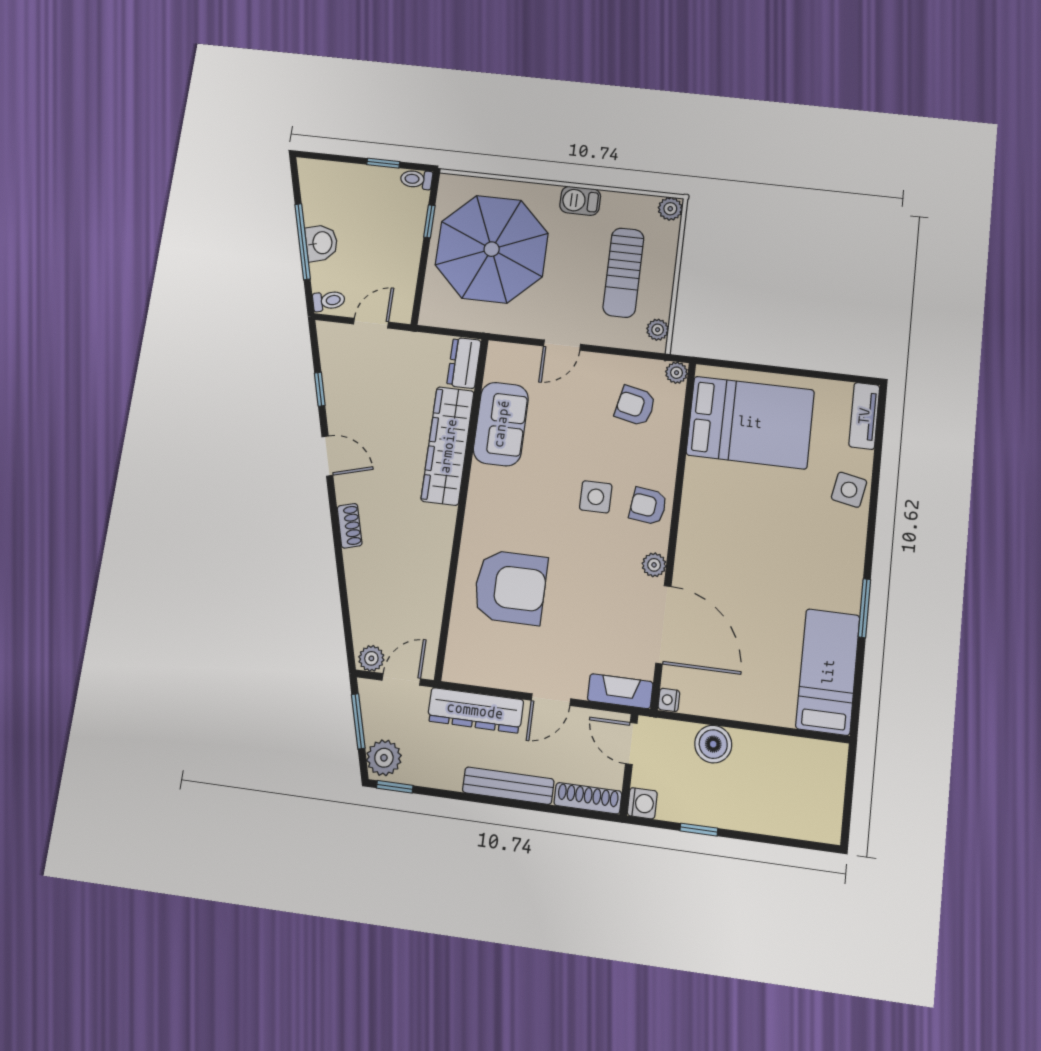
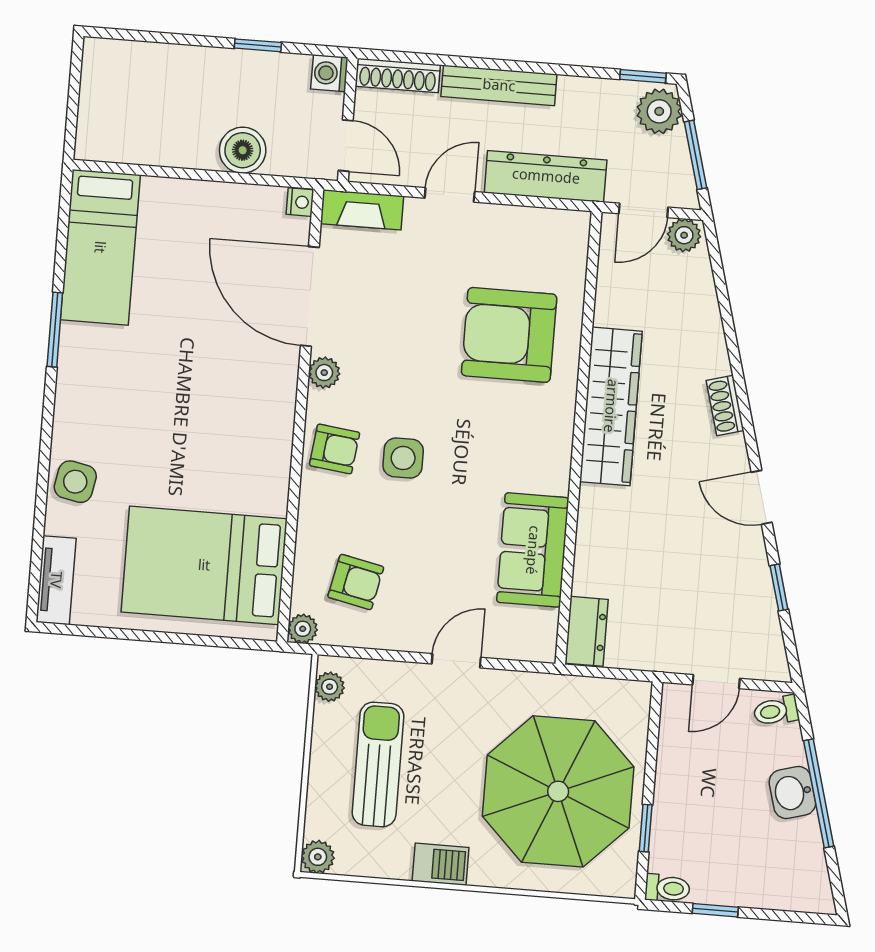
wardrobe: (448, 446) -> (611, 406), moved

